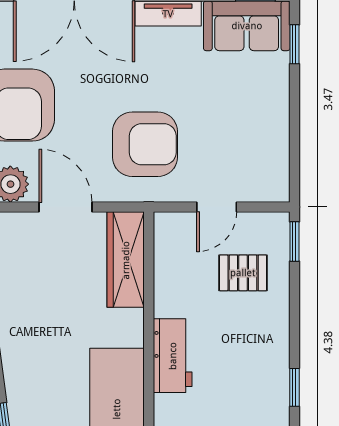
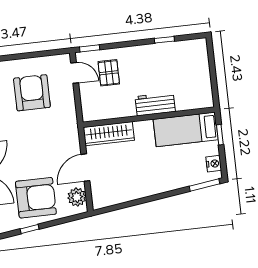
armchair: (145, 144) -> (32, 93), moved
door: (217, 207) -> (75, 73), moved

